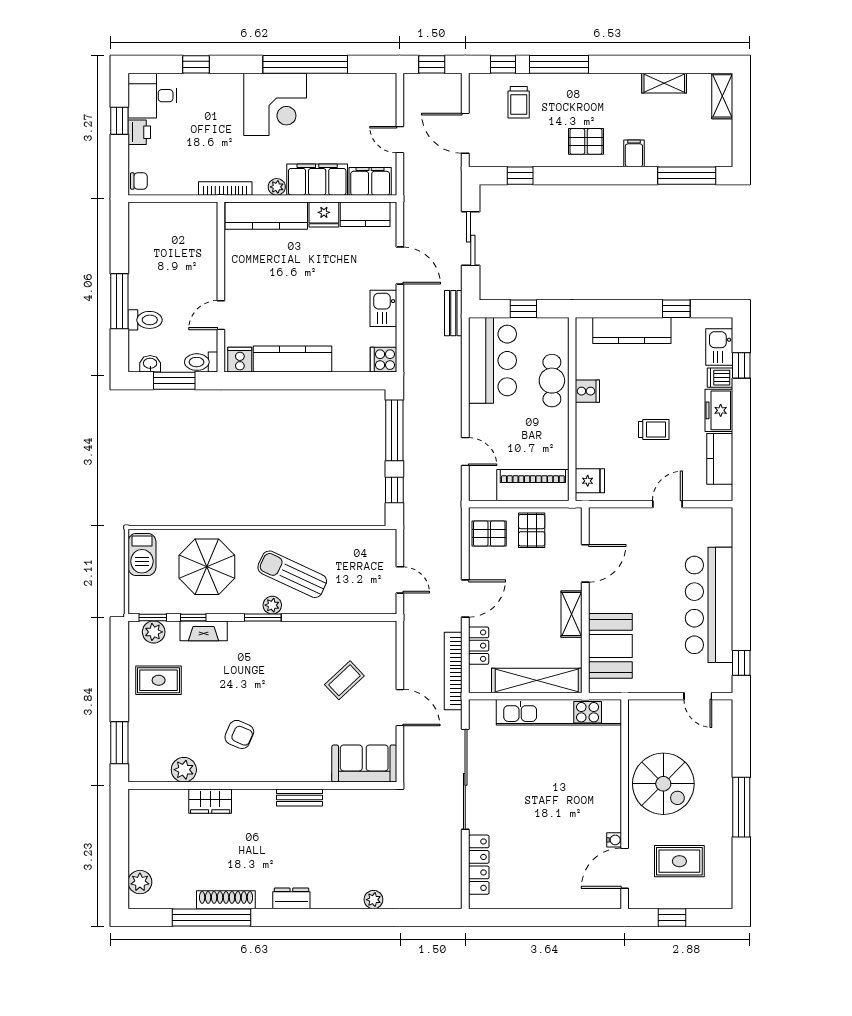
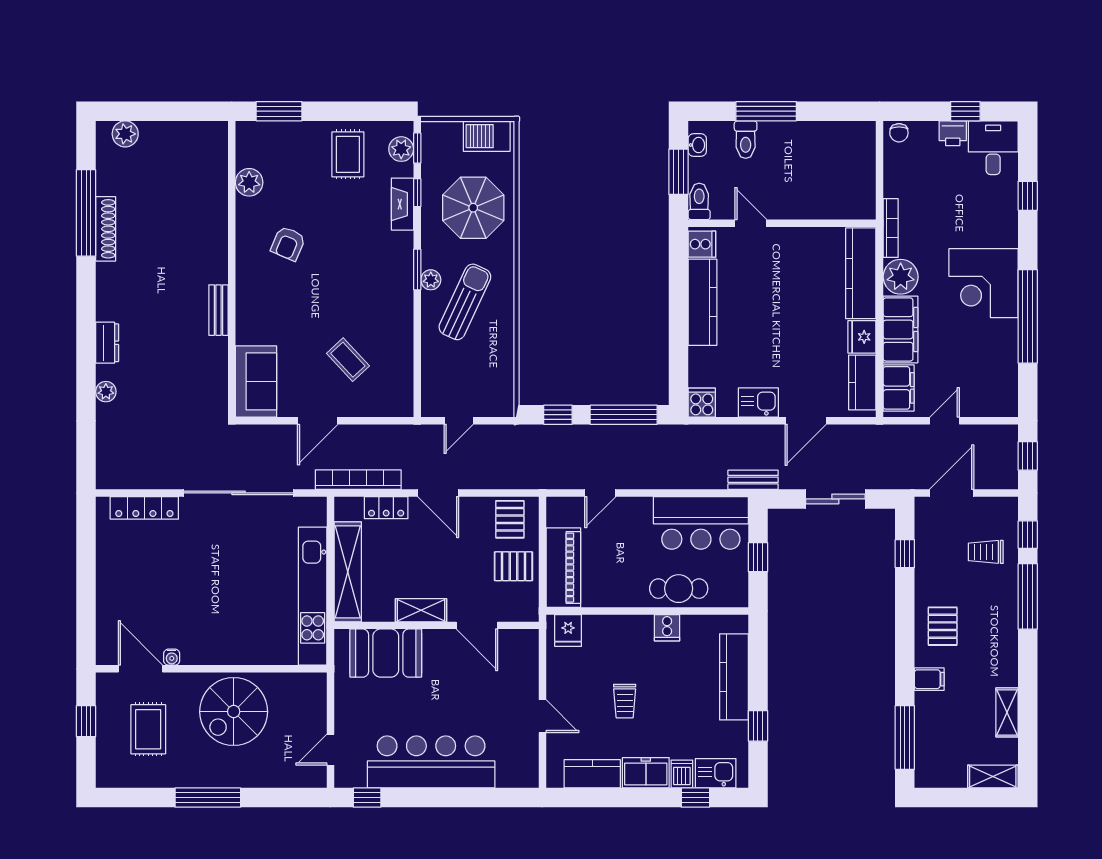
plant: (277, 187) -> (901, 277), width x1.88, depth x1.88
wardrobe: (210, 801) -> (215, 211), removed
dresser: (291, 898) -> (107, 343), moved

